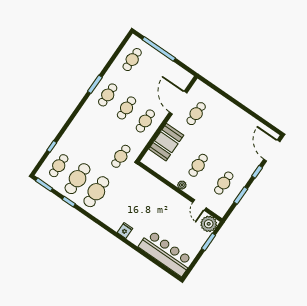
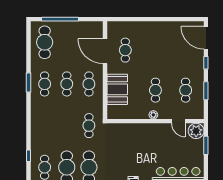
cafe table: (132, 60) -> (45, 42), width x1.37, depth x1.35

